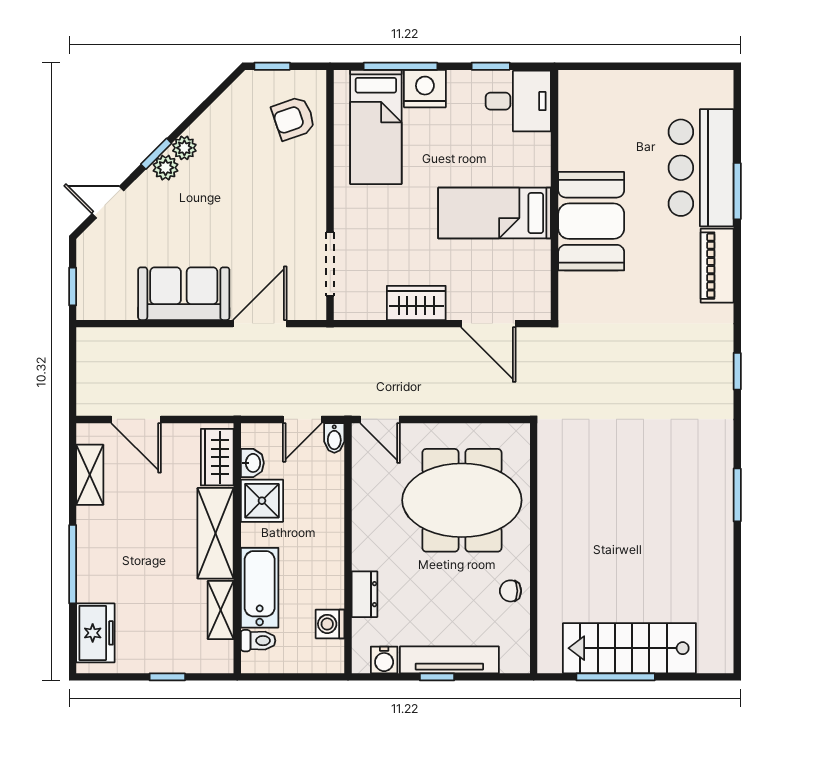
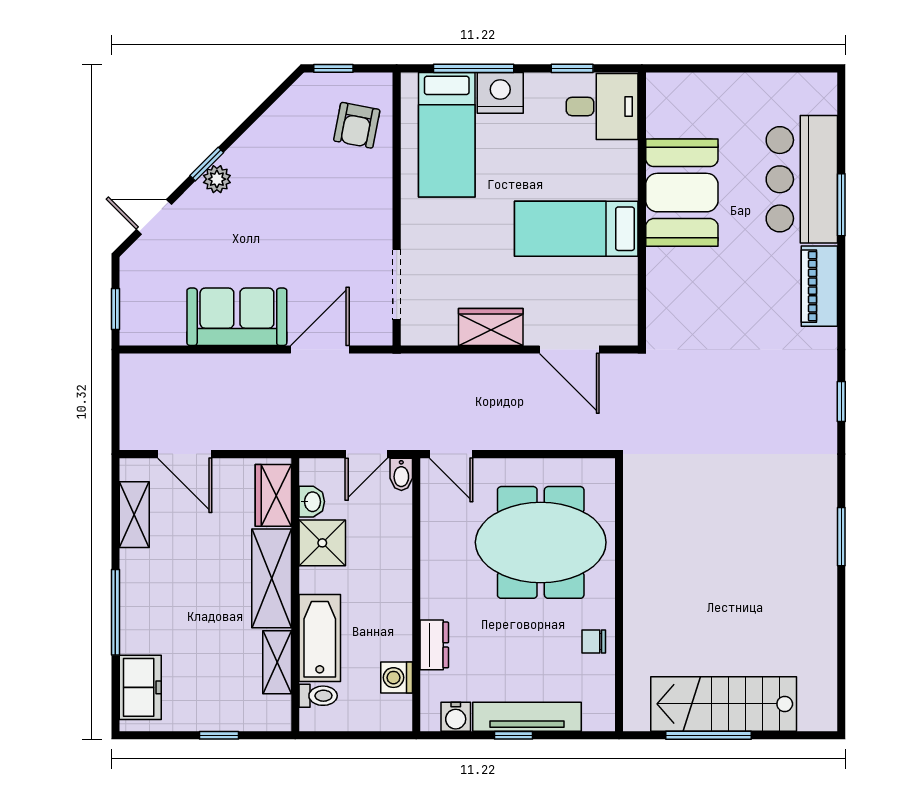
armchair: (294, 118) -> (357, 125), turned -60
plant: (184, 148) -> (237, 158), removed
booth: (591, 221) -> (682, 193), moved

